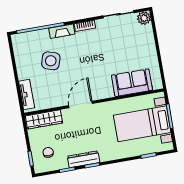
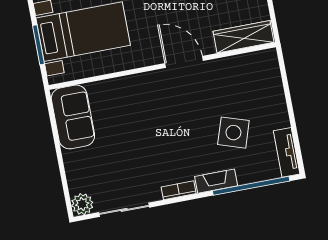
sofa: (132, 83) -> (73, 117), moved, turned -90
tv unit: (27, 95) -> (287, 152), moved
door: (81, 104) -> (184, 62), swing flipped

